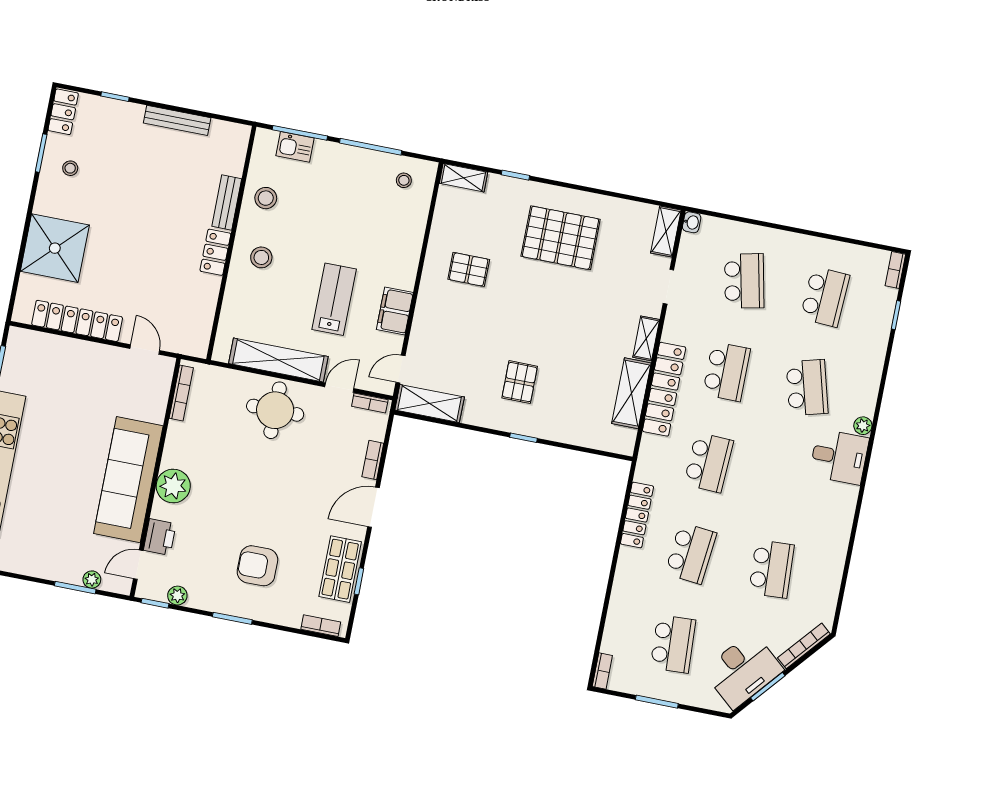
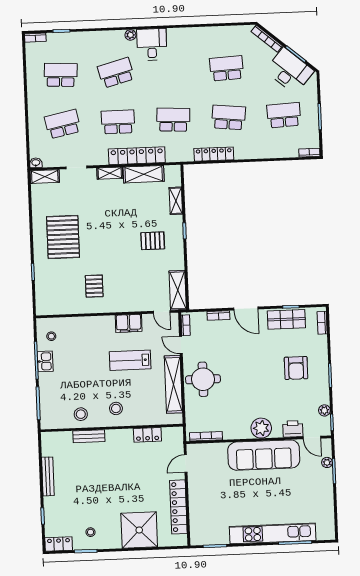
kitchen sink: (295, 147) -> (45, 361), moved
shelving: (463, 178) -> (176, 201), moved
locker: (215, 252) -> (147, 435), moved

